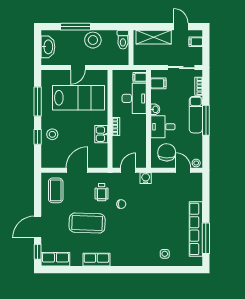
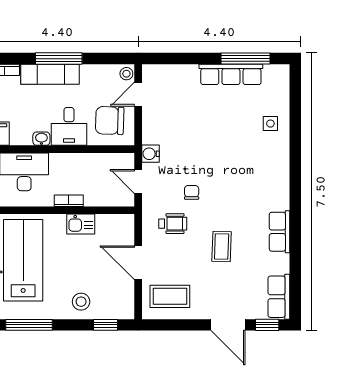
window: (38, 137) -> (106, 325), moved
coffee table: (87, 223) -> (222, 247), width x0.54, depth x0.58
row of seats: (196, 229) -> (231, 74), width x0.73

